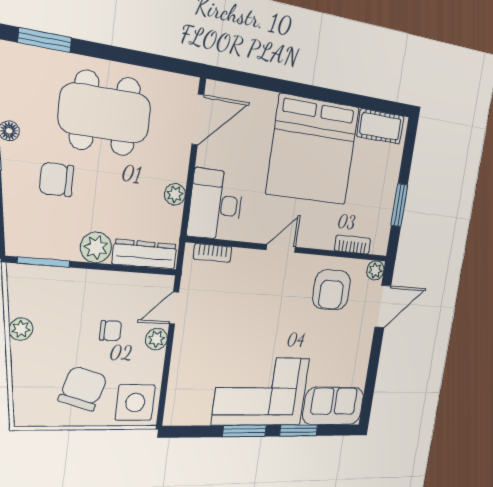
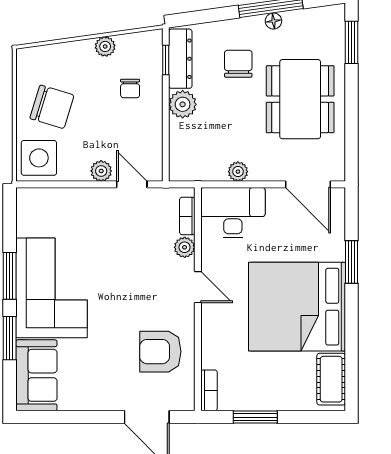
window: (280, 86) -> (351, 262), added
bookcase: (353, 245) -> (209, 390), moved
dresser: (145, 254) -> (180, 59), moved
window: (44, 262) -> (166, 60), width x0.67
plant: (375, 270) -> (185, 247), moved
chair: (111, 331) -> (130, 88), moved

